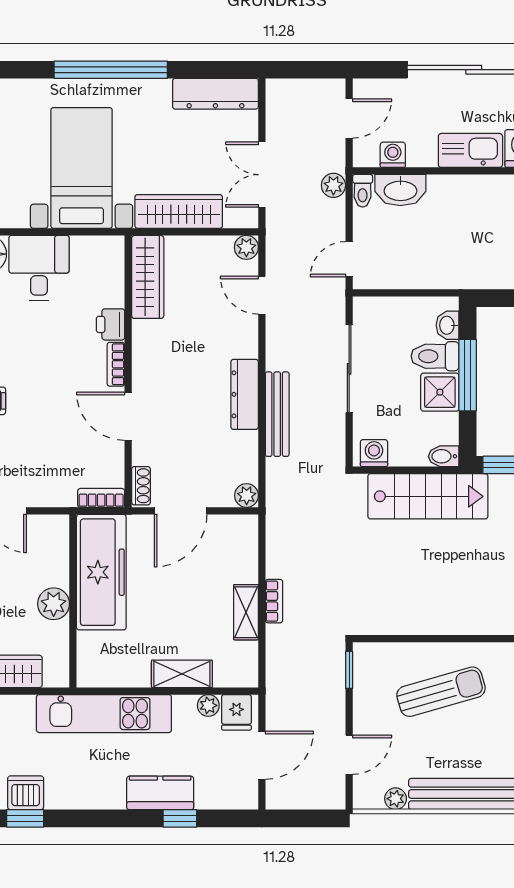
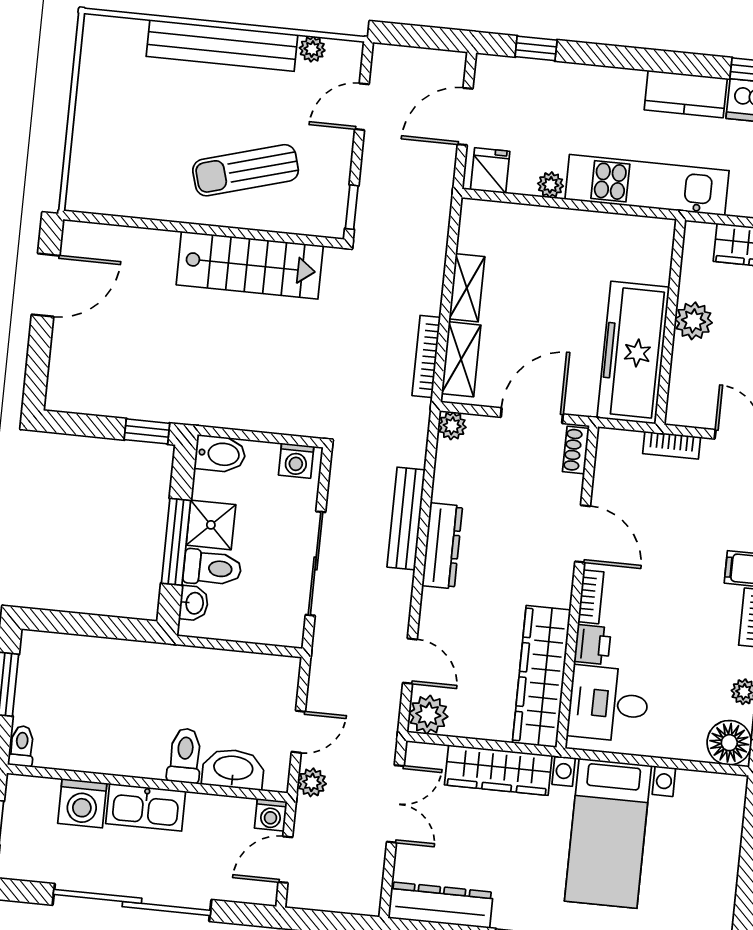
washing machine: (393, 155) -> (271, 815), moved
toilet: (363, 191) -> (185, 756), moved, width x1.37, depth x1.39
plant: (246, 247) -> (428, 715), width x1.38, depth x1.38
door: (349, 259) -> (298, 732), moved
desk: (39, 268) -> (608, 704), moved, turned 90
wardrobe: (148, 277) -> (541, 676), width x1.40, depth x1.17
bidet: (444, 456) -> (220, 454), width x1.38, depth x1.36
stairs: (428, 496) -> (250, 265), moved, turned 180
bookcase: (101, 498) -> (672, 445), moved
bookcase: (274, 601) -> (426, 356), moved, width x1.56
shelving: (182, 674) -> (461, 359), moved, turned 90
plant: (208, 705) -> (551, 185), moved
kitchen counter: (160, 793) -> (686, 94), moved
window: (180, 818) -> (536, 48), moved

